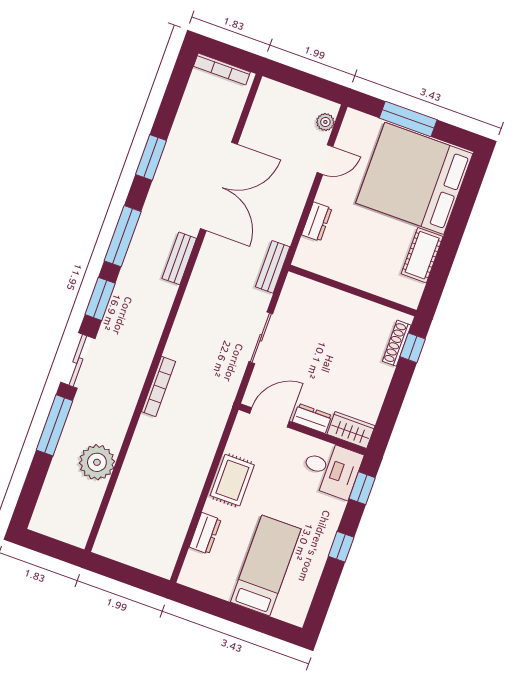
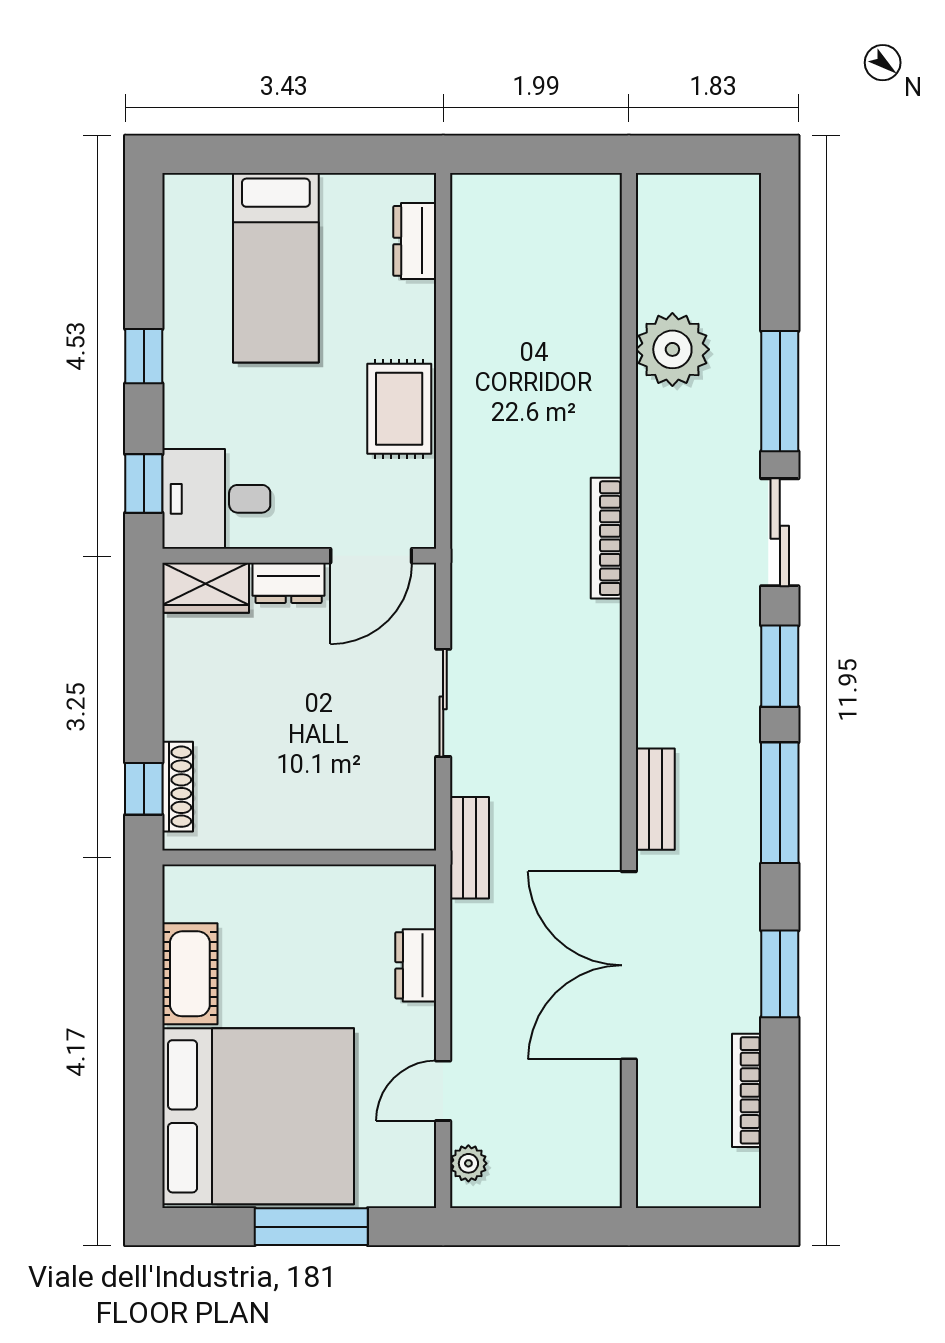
bookcase: (222, 69) -> (747, 1090), moved, turned -90
dresser: (205, 533) -> (415, 241), moved

